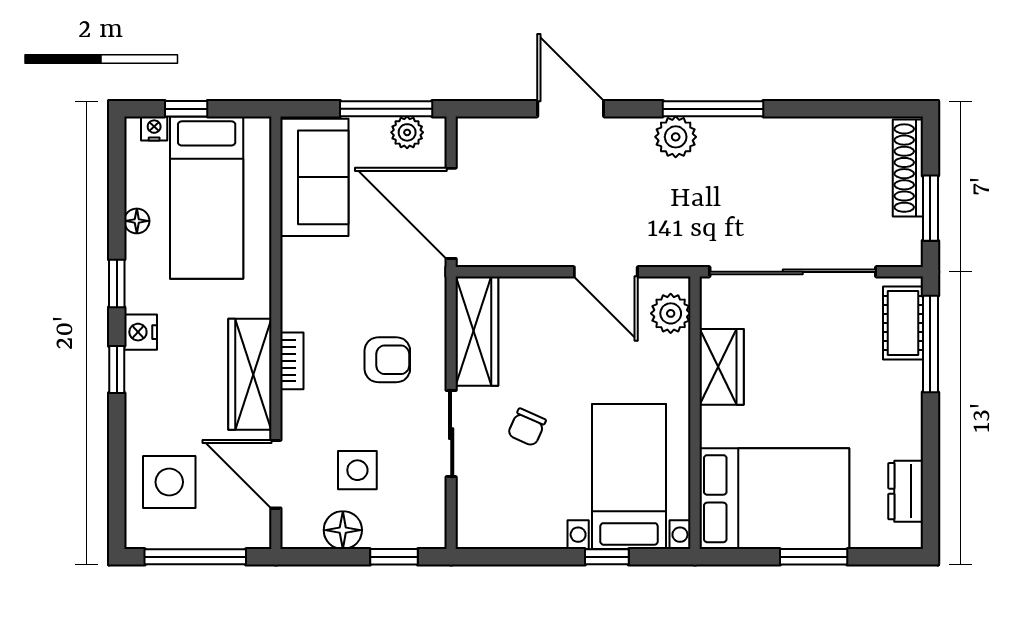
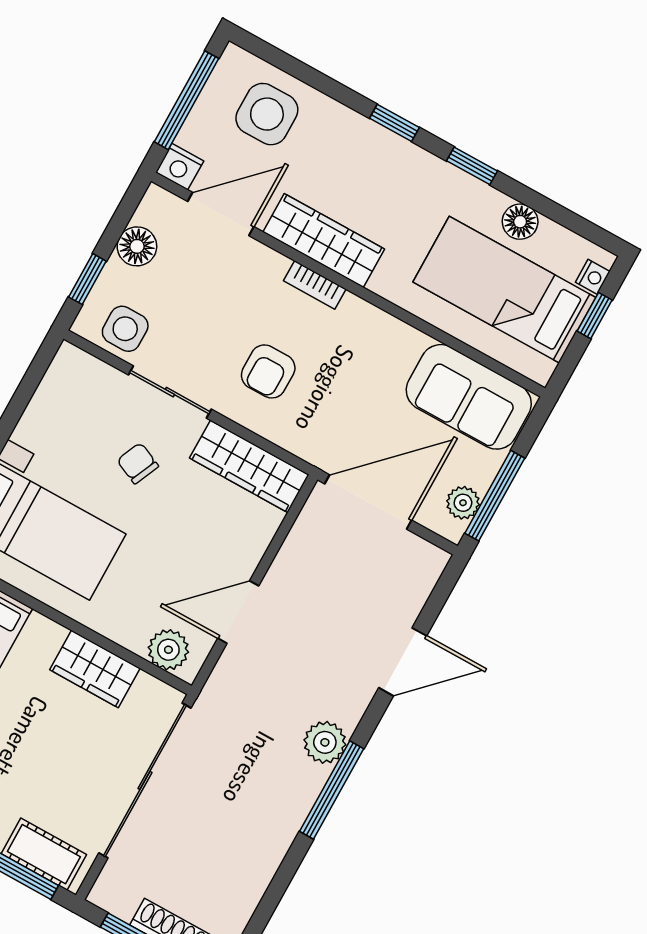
floor lamp: (137, 221) -> (520, 222), width x1.37, depth x1.37
nightstand: (141, 332) -> (180, 167), moved, turned 180
side table: (357, 470) -> (125, 329), moved

